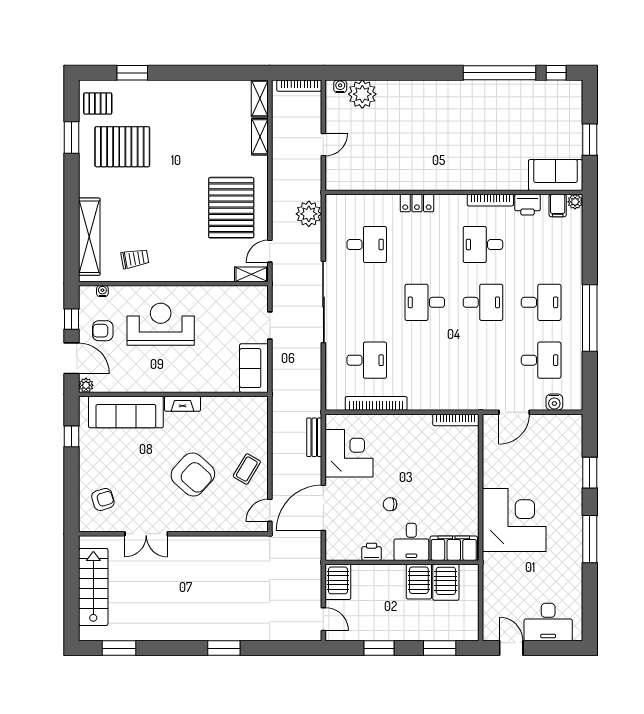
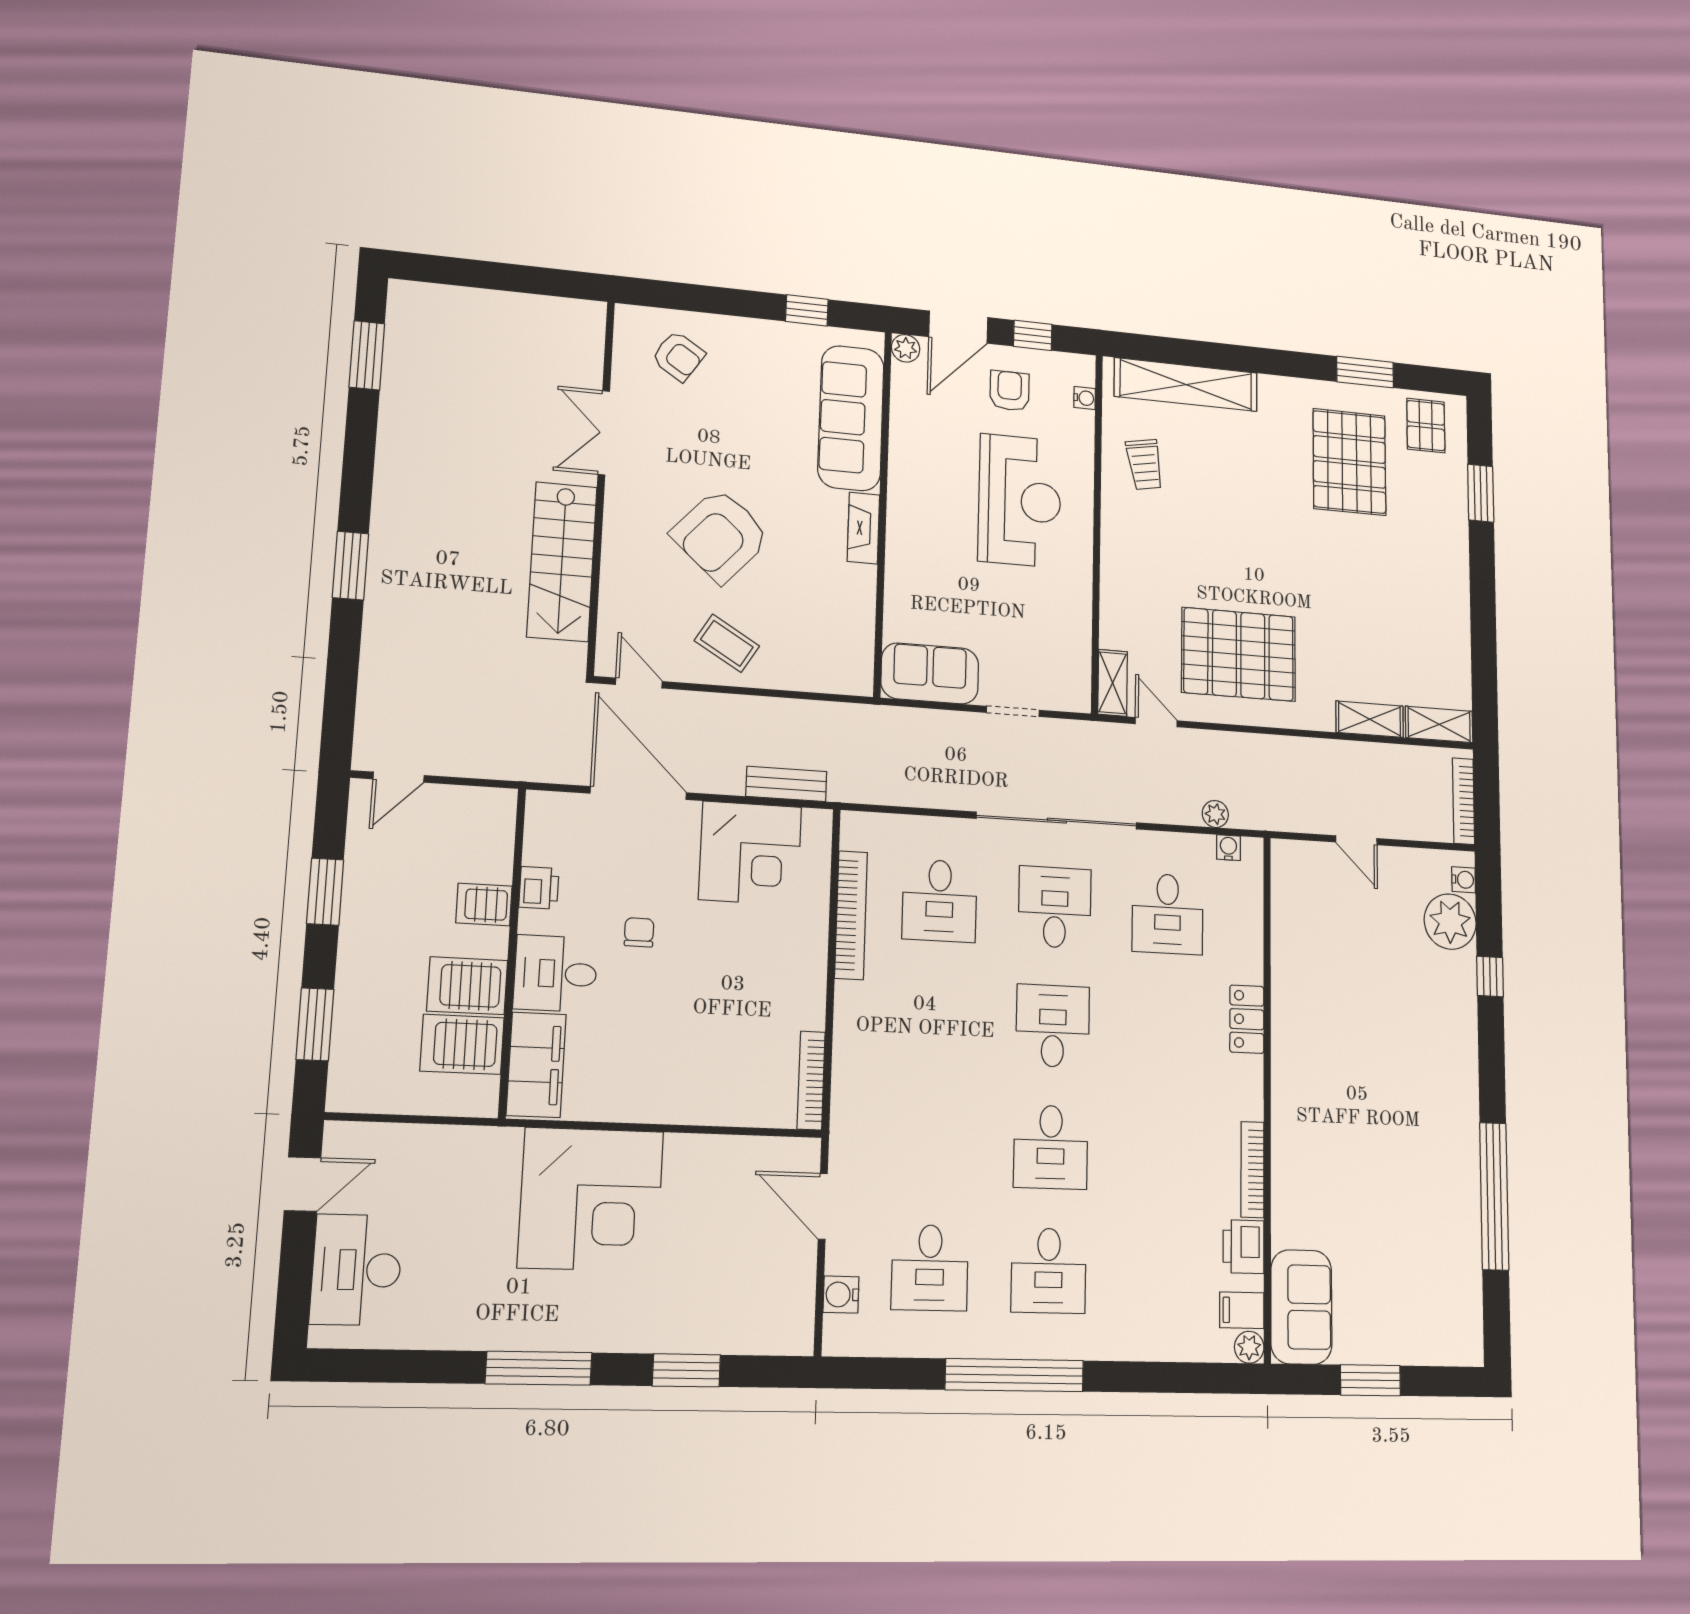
window: (556, 73) -> (1490, 976), moved
water cooler: (331, 213) -> (1228, 848), added
plant: (309, 214) -> (1215, 814), width x0.53, depth x0.53
desk: (483, 245) -> (1055, 907), moved
armchair: (103, 499) -> (678, 356), turned -40
server rack: (338, 582) -> (484, 904), moved, width x0.73, depth x0.70
stairs: (93, 587) -> (562, 562), moved, turned 90

